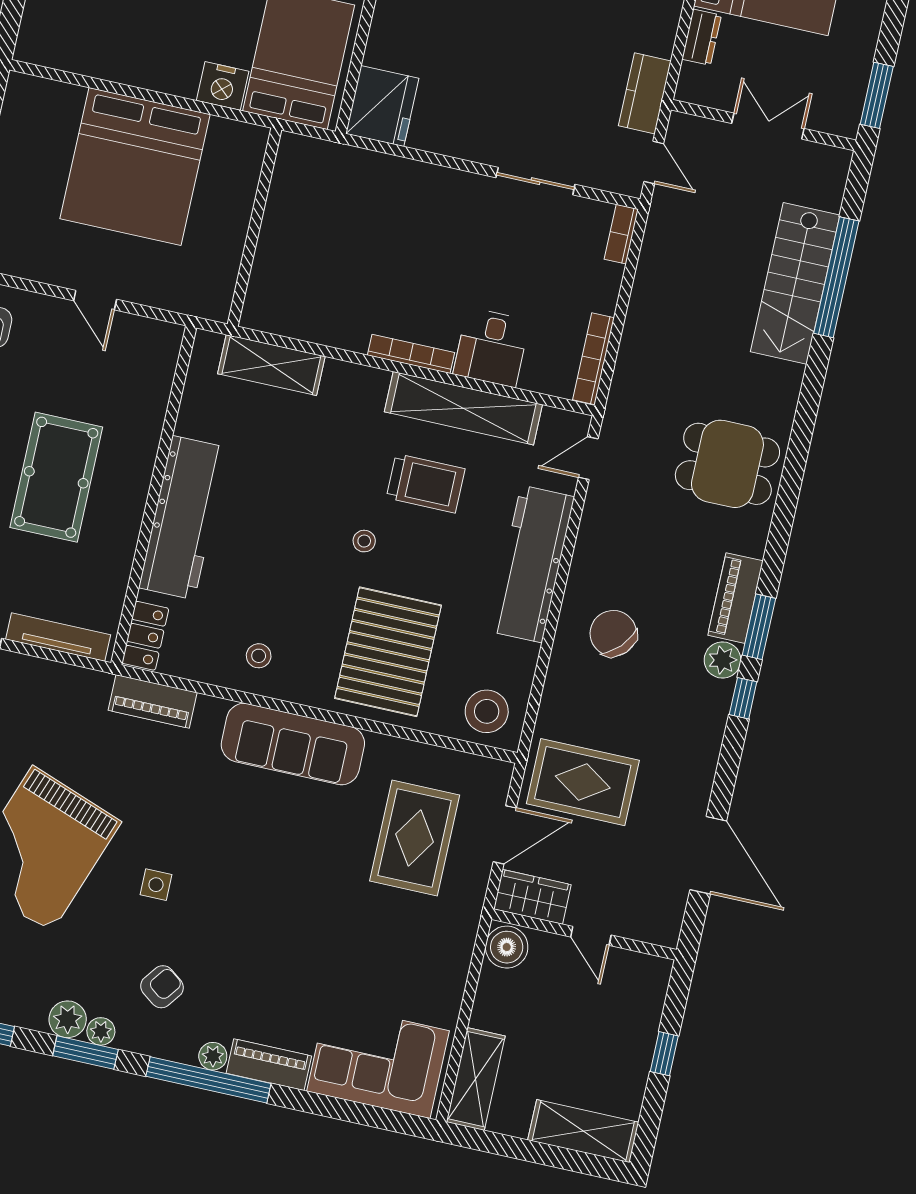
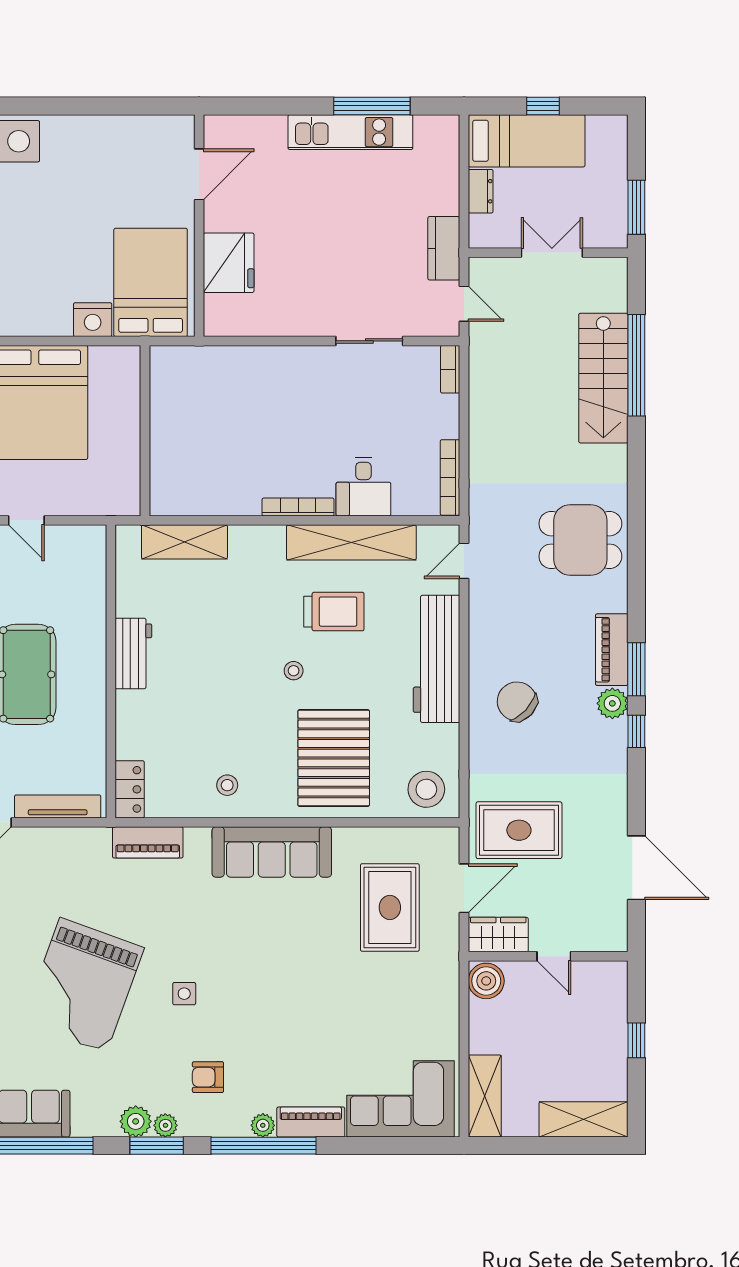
fridge: (382, 106) -> (229, 263), moved
workbench: (183, 518) -> (133, 654), width x0.53, depth x0.76
armchair: (162, 987) -> (208, 1077), turned -127

